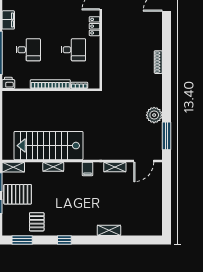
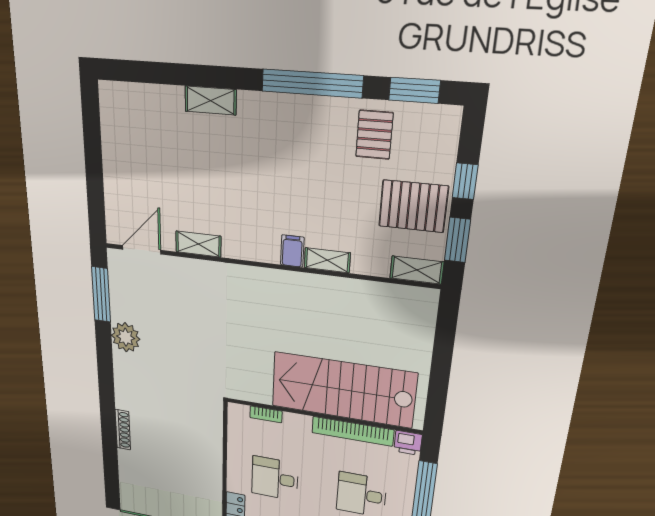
bookcase: (50, 84) -> (353, 431), moved
stairs: (48, 146) -> (343, 390), moved, turned 180
filing cabinet: (87, 169) -> (292, 251), moved
window: (64, 240) -> (312, 83), width x3.17

